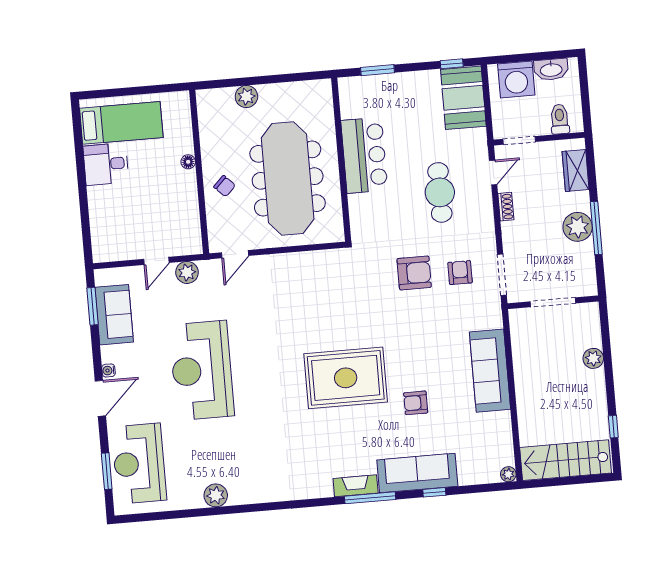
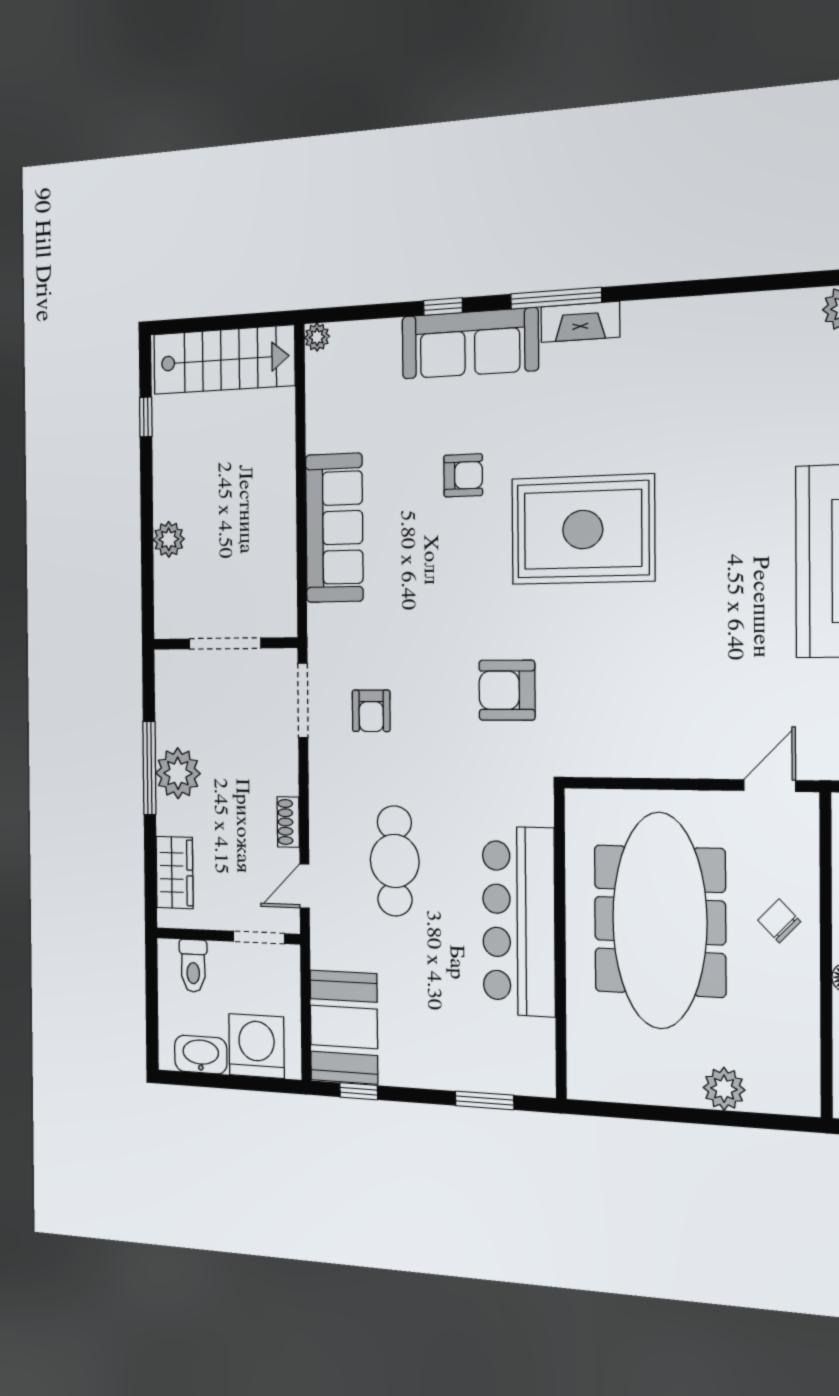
bar counter: (364, 155) -> (519, 921), width x1.36
armchair: (414, 273) -> (507, 690), moved

